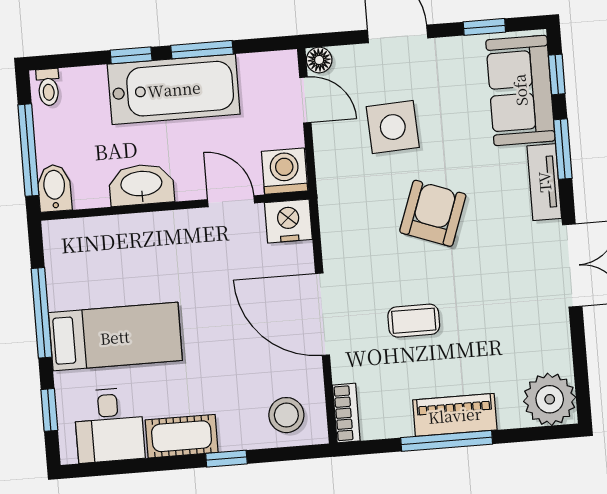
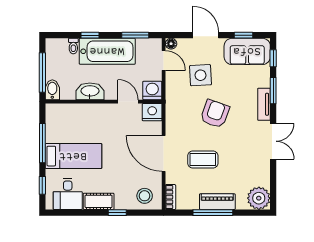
window: (202, 50) -> (135, 35), moved
toilet: (48, 87) -> (73, 46), moved
sofa: (520, 90) -> (247, 51), moved, turned -90
coffee table: (414, 321) -> (203, 160), width x1.36, depth x1.30

